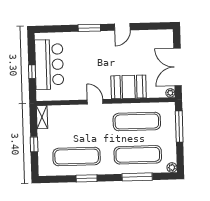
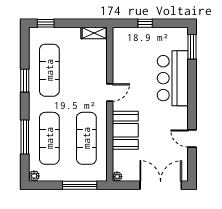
door: (122, 27) -> (192, 139), moved
window: (89, 28) -> (192, 47), moved
bar counter: (49, 64) -> (173, 78), moved, turned 90
double door: (178, 67) -> (161, 185), moved
window: (34, 144) -> (46, 23), moved

